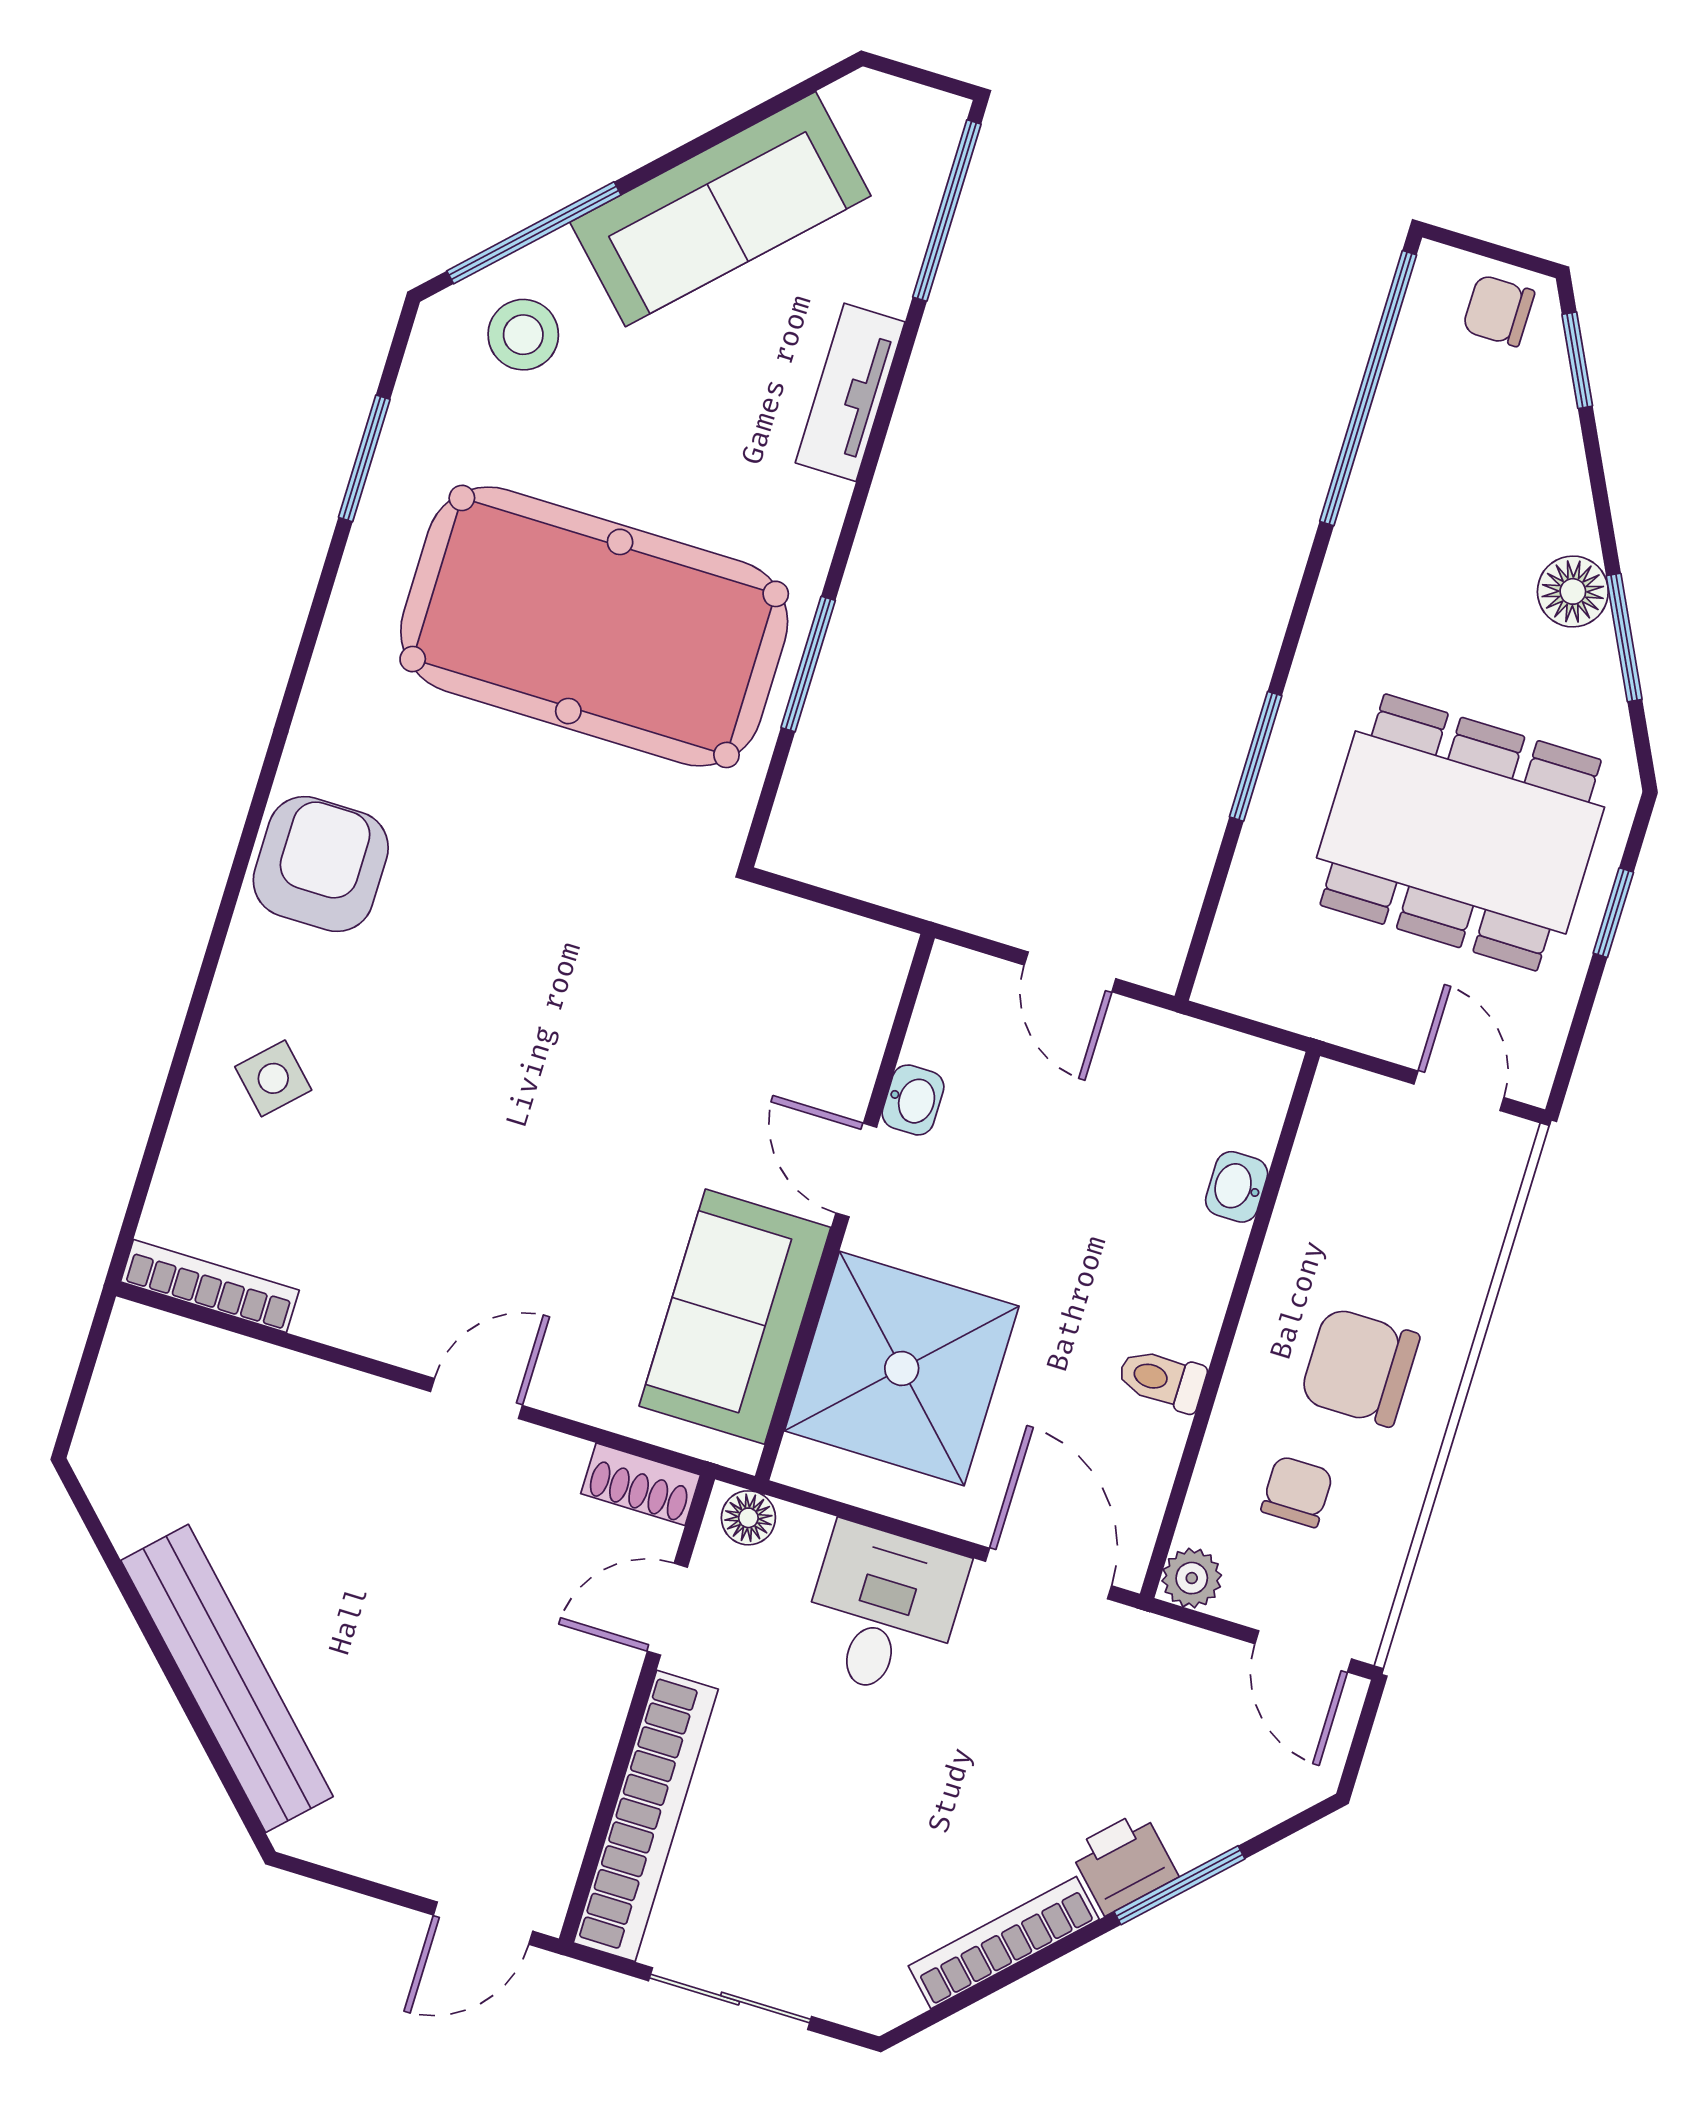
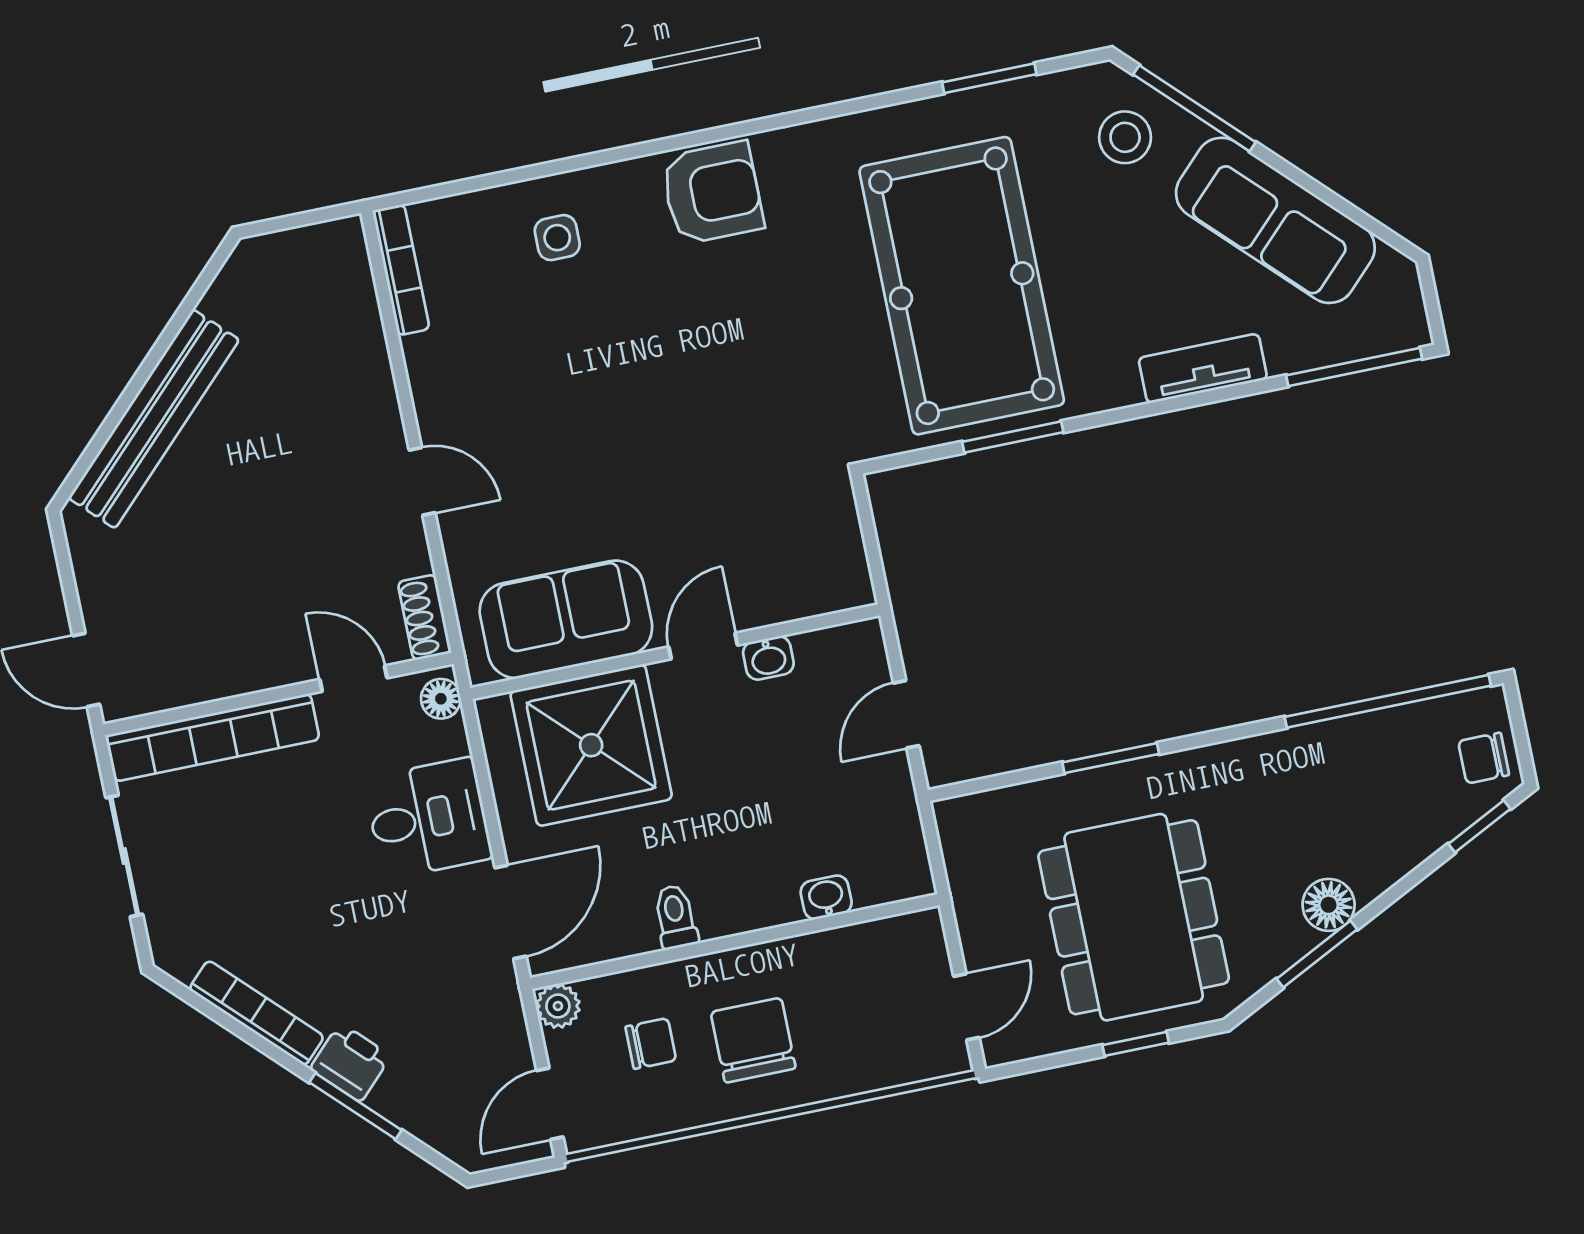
chair: (1498, 311) -> (1484, 758), turned -90
side table: (273, 1078) -> (557, 238), turned 45

